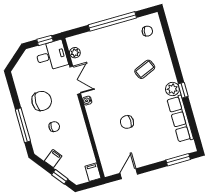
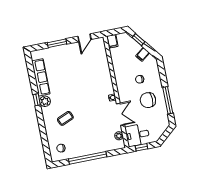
double door: (75, 80) -> (120, 114), swing flipped
chair: (127, 122) -> (83, 78), removed
window: (23, 125) -> (168, 100), moved
window: (178, 160) -> (57, 43), moved

